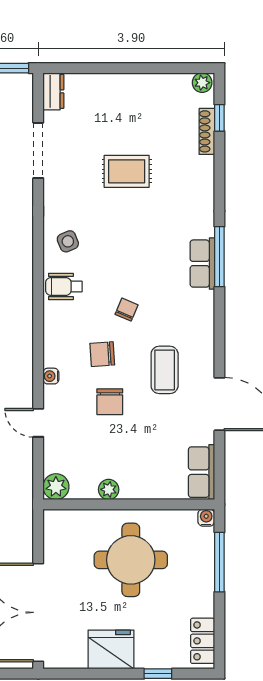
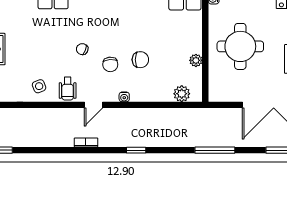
coffee table: (165, 370) -> (120, 25), removed
door: (38, 423) -> (93, 105), moved
plant: (56, 487) -> (182, 94), moved

